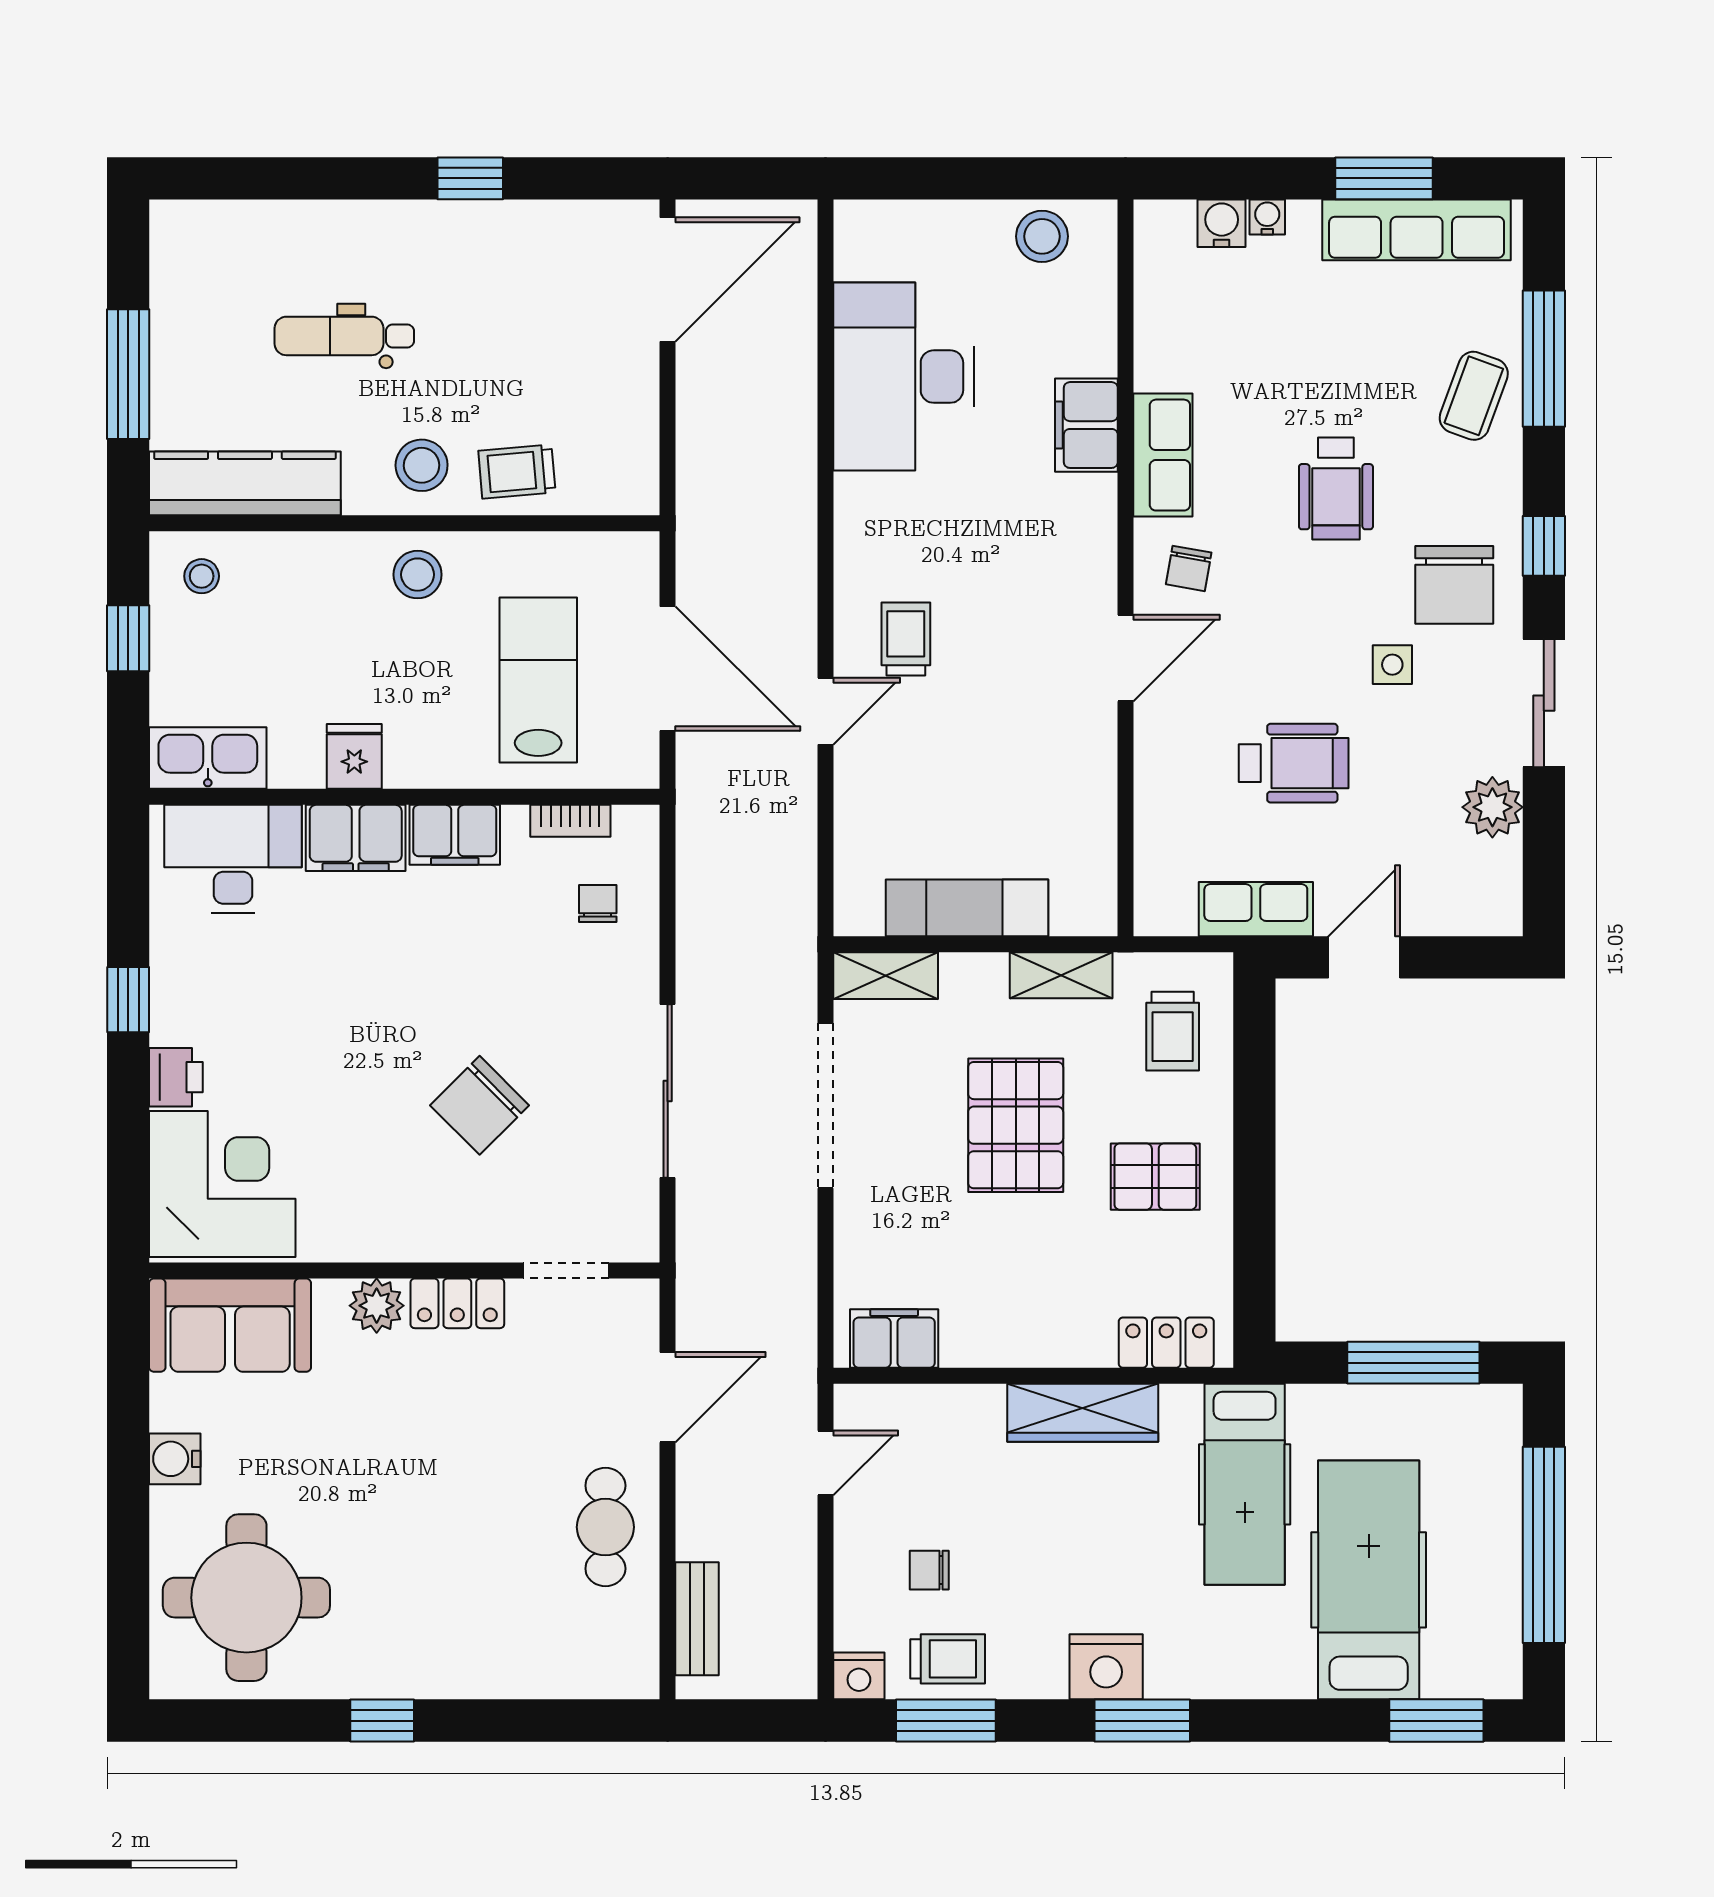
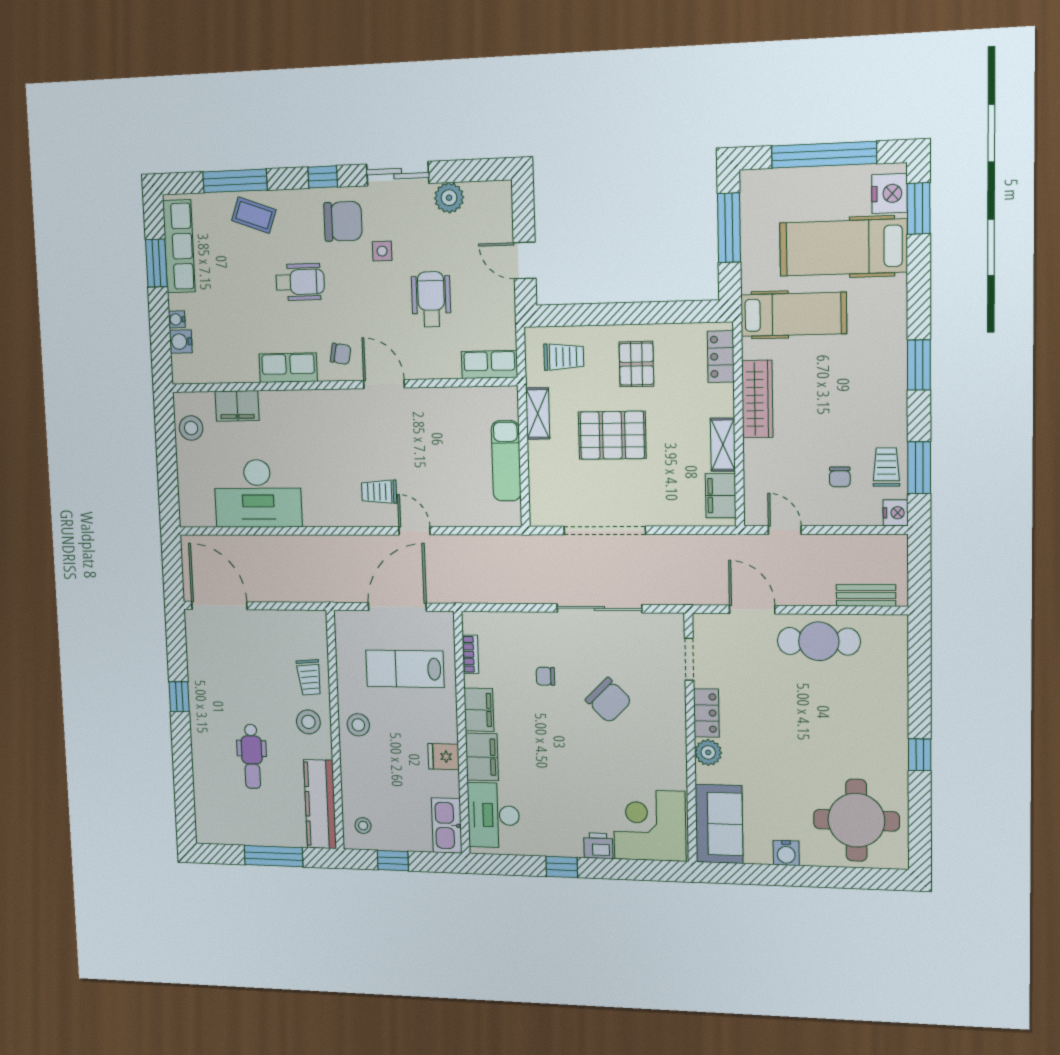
filing cabinet: (1086, 425) -> (237, 406), moved
chair: (598, 904) -> (545, 676), moved
row of seats: (1256, 909) -> (489, 364), moved, turned 90
shelving: (886, 976) -> (723, 445), moved
cafe table: (605, 1527) -> (819, 641), width x1.37, depth x1.35
nightstand: (1106, 1667) -> (890, 193), moved

